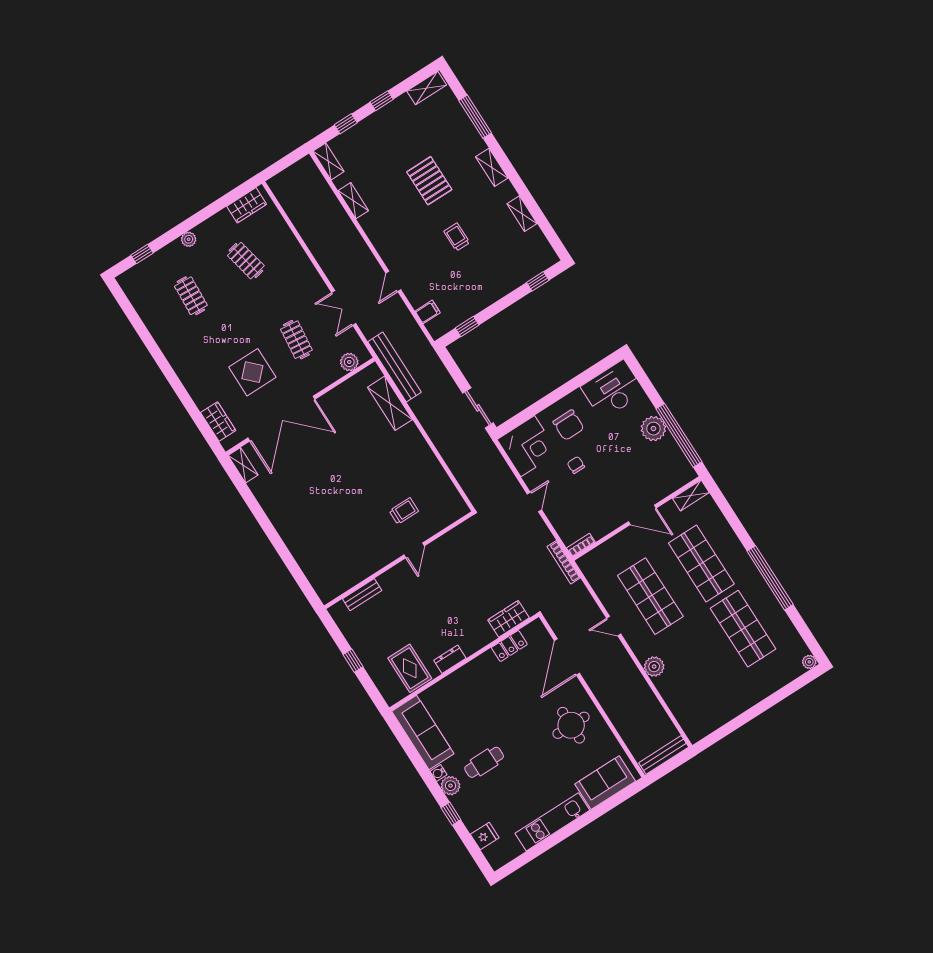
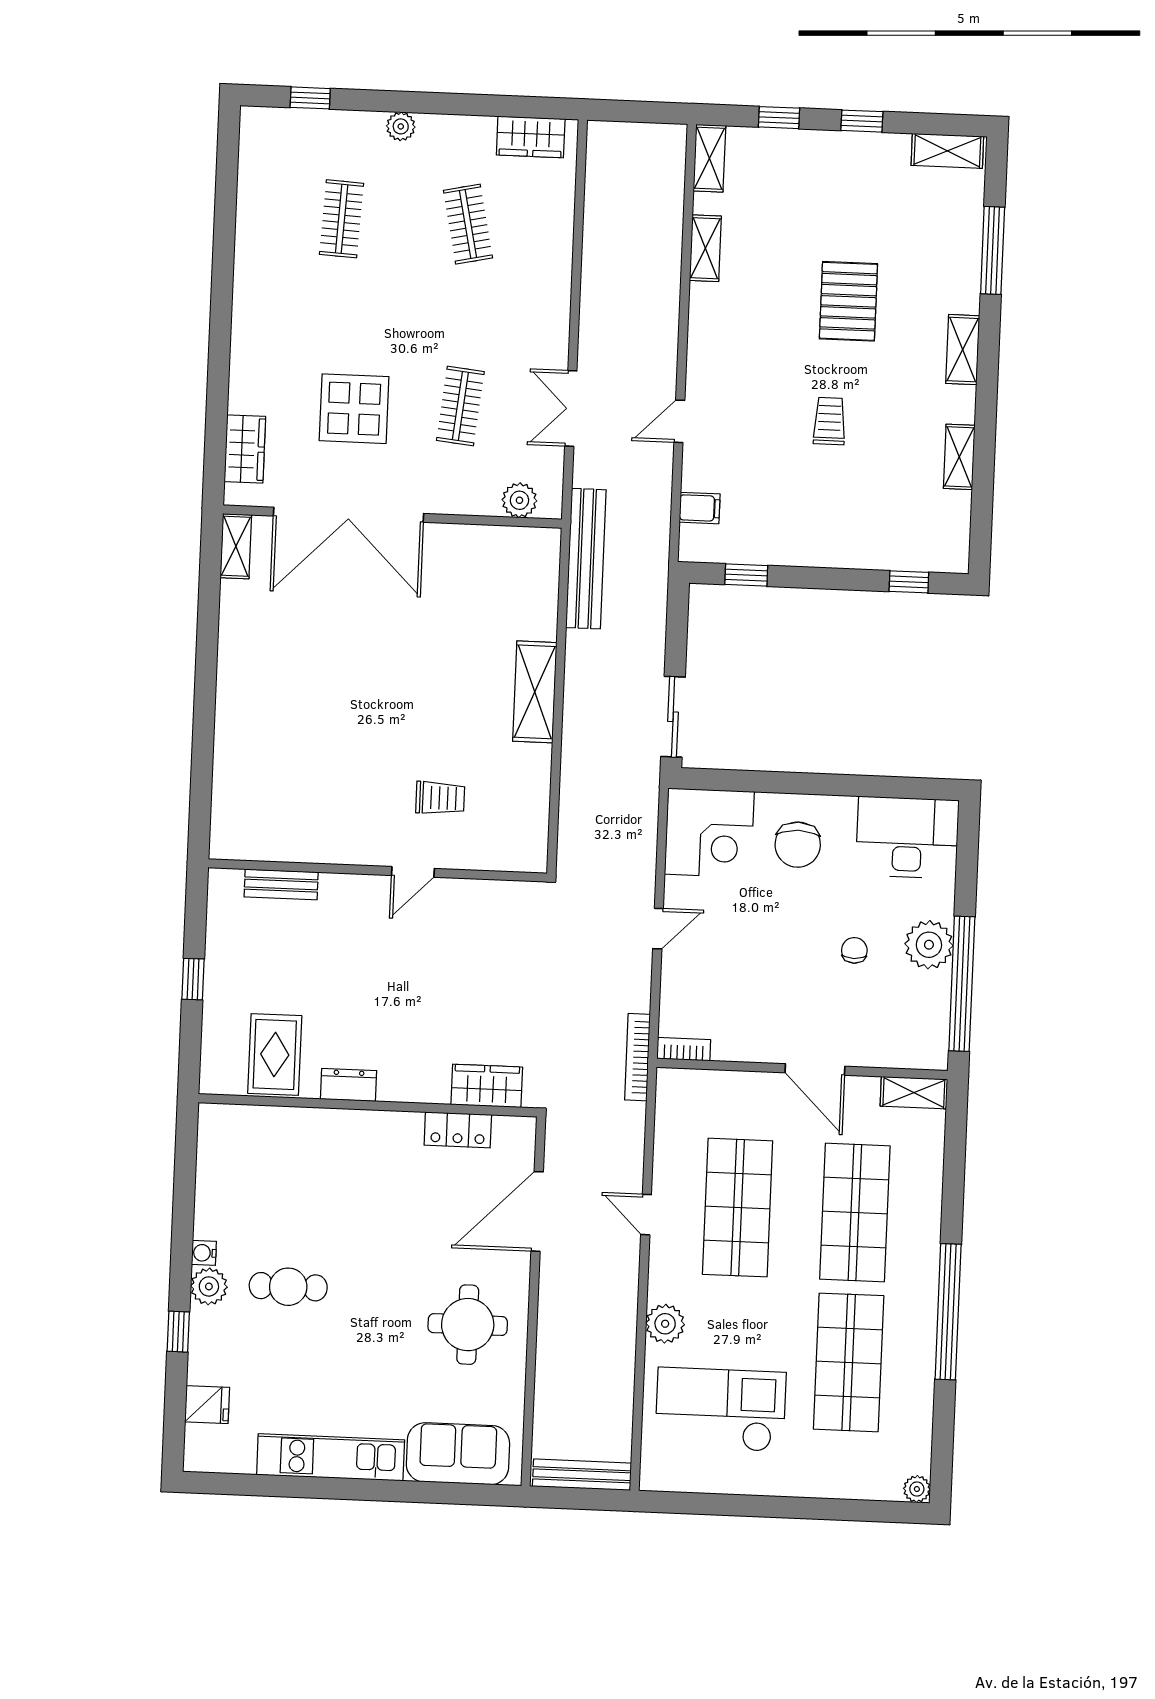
shelving: (390, 403) -> (535, 692), moved
chair: (576, 465) -> (854, 950), moved
checkout: (703, 686) -> (721, 1410), added
sofa: (423, 732) -> (224, 1171), removed

